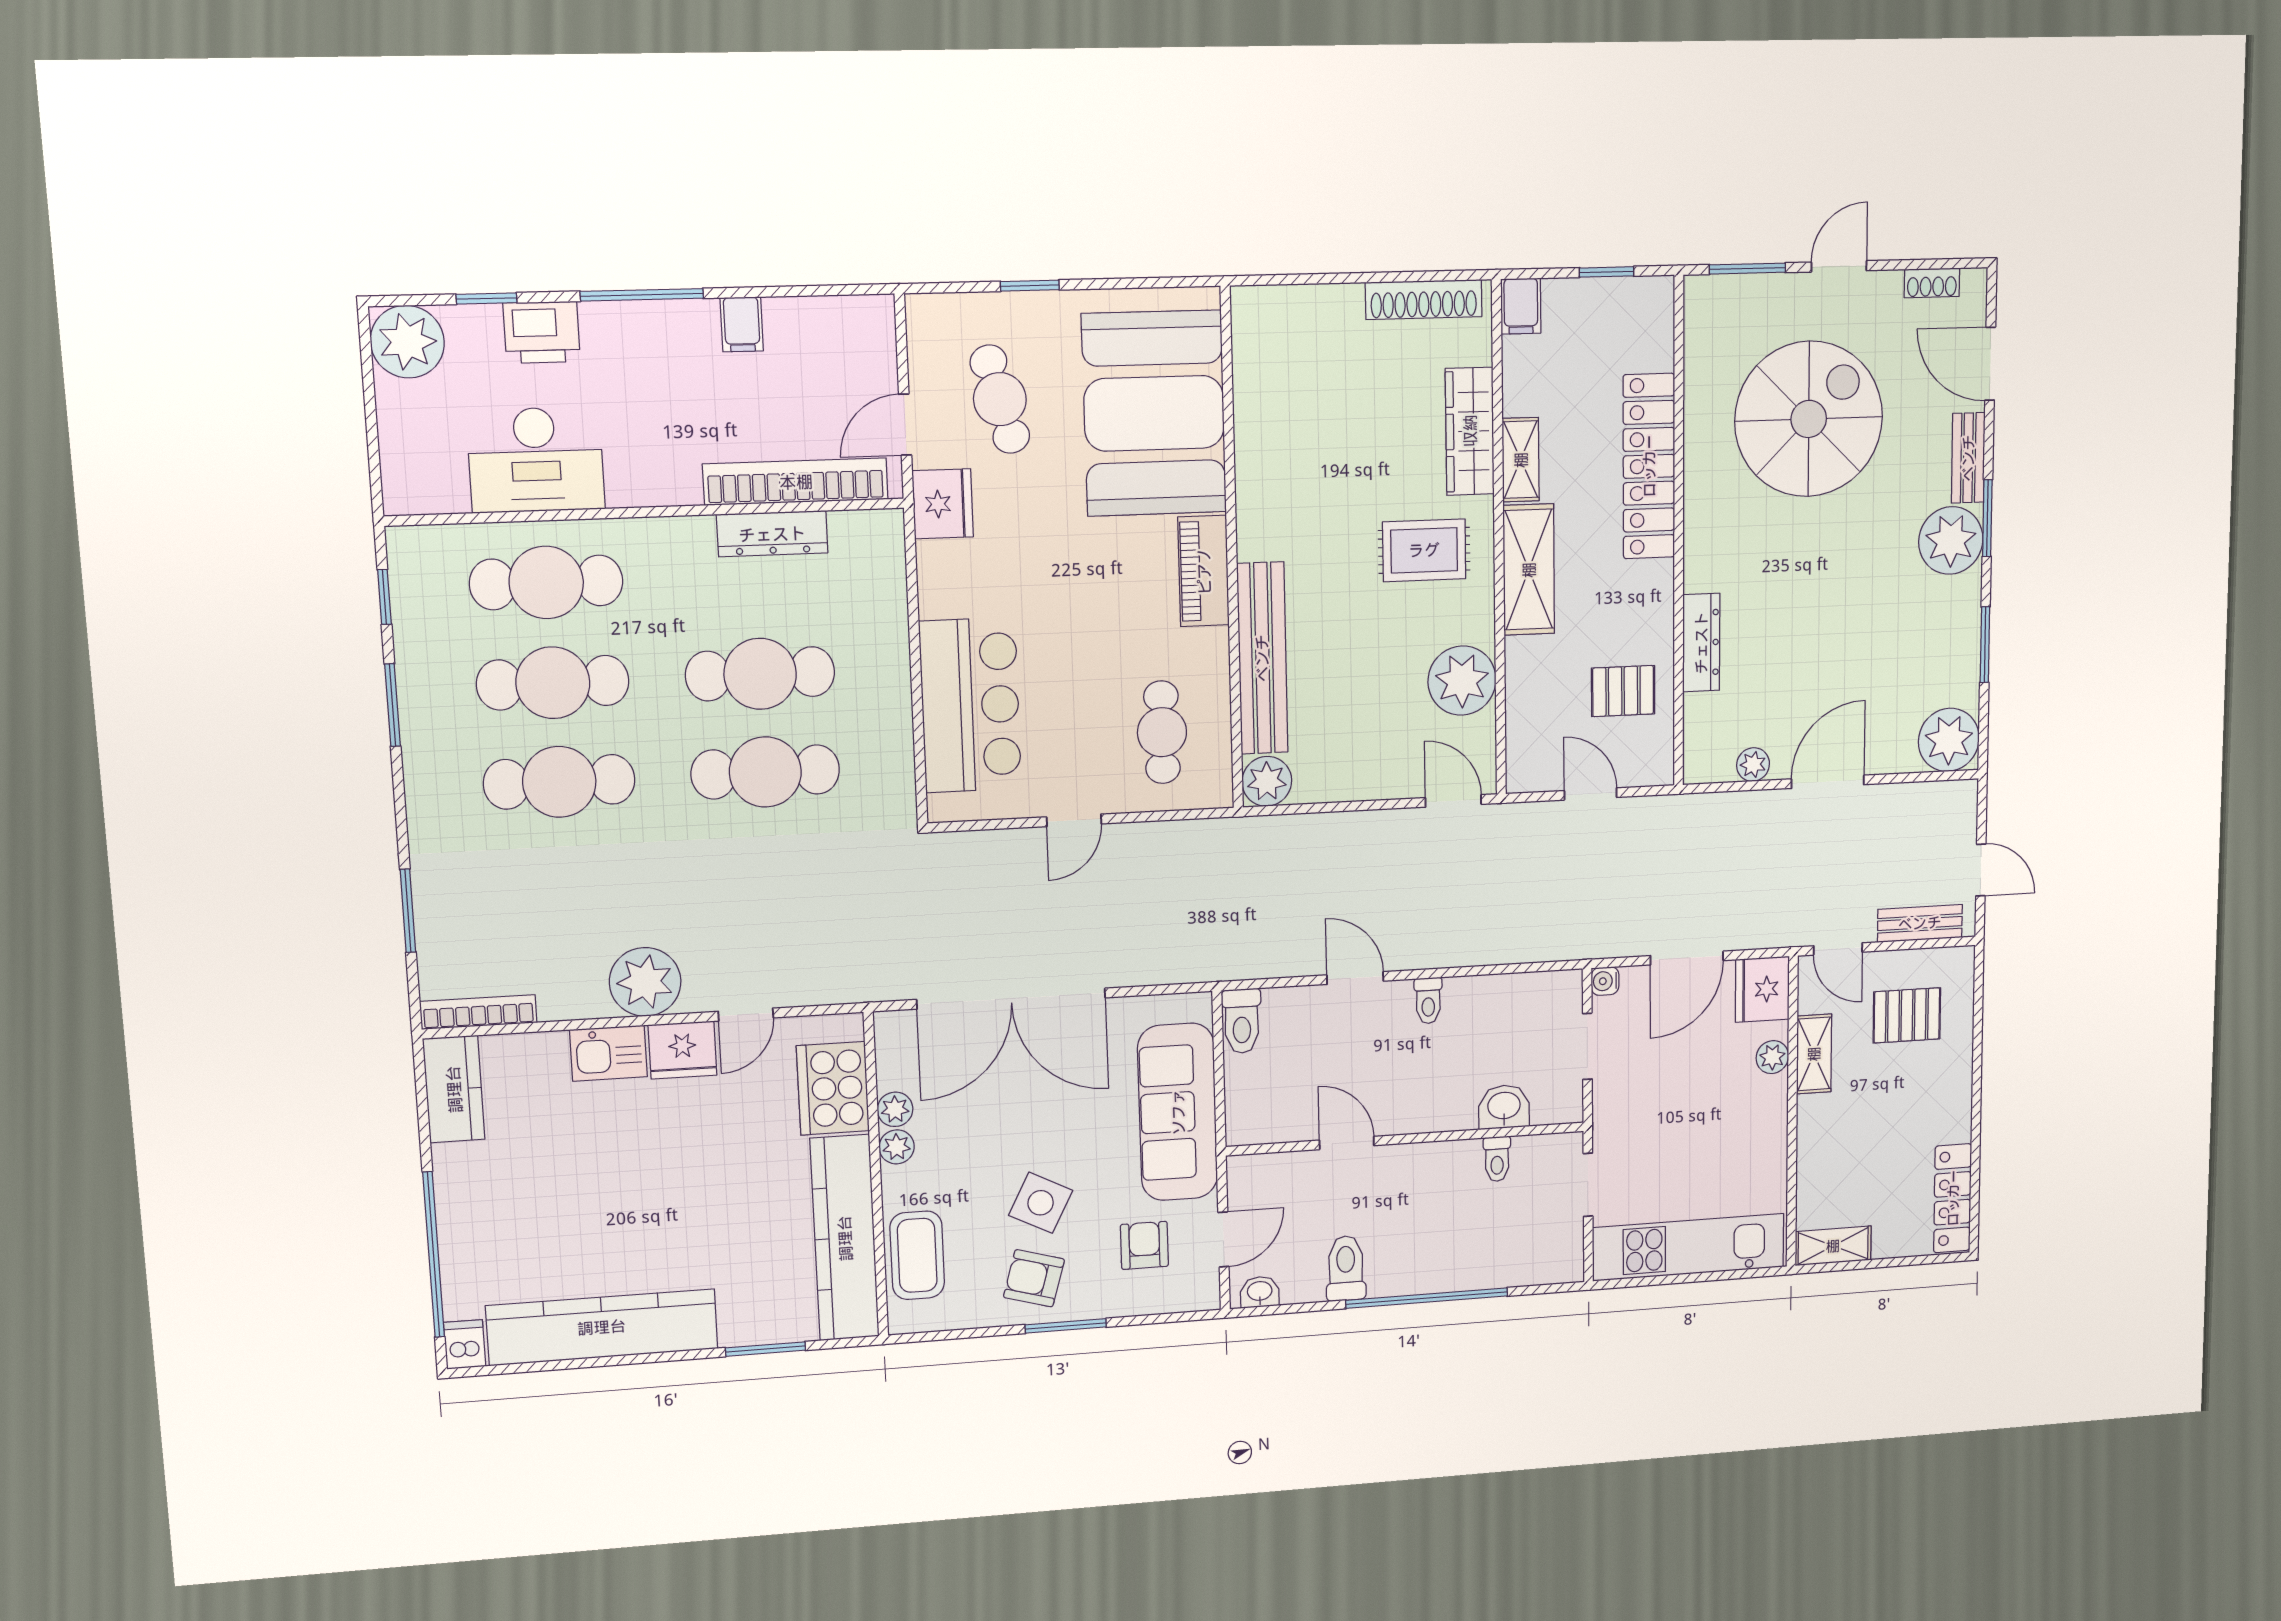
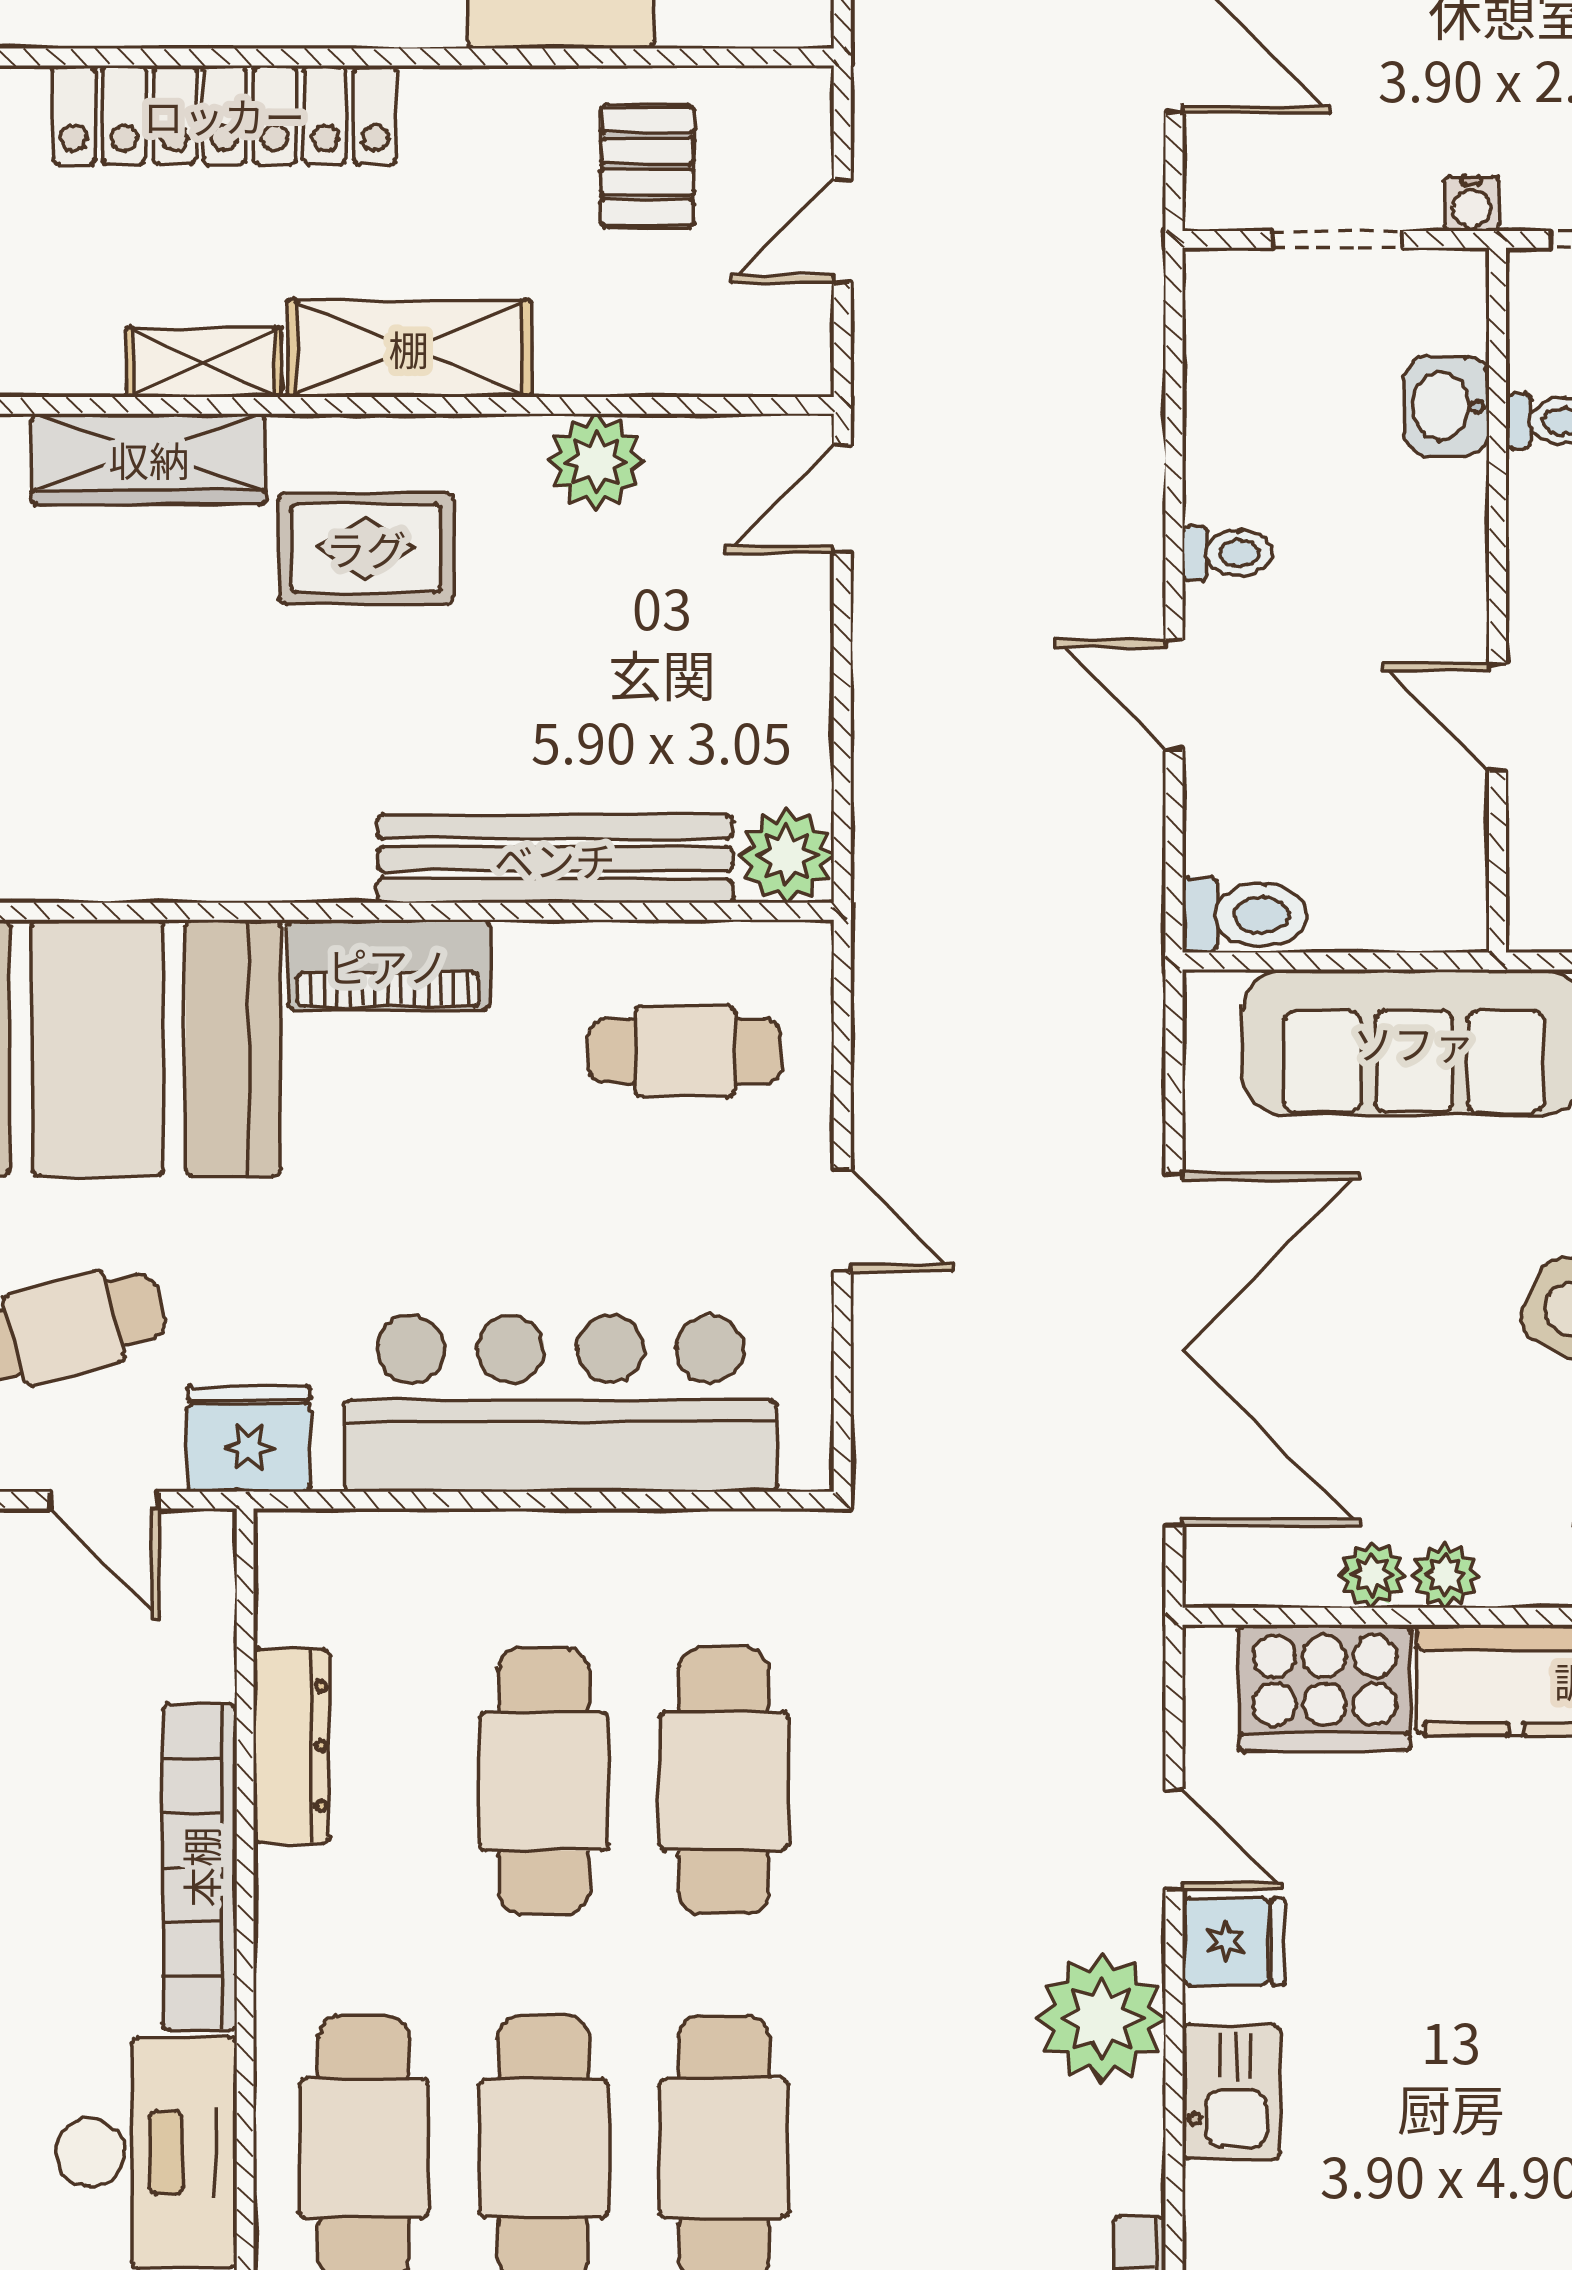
bookcase: (796, 482) -> (200, 1867), moved
rug: (1424, 550) -> (366, 548), turned 90
plant: (1462, 681) -> (596, 462), width x0.73, depth x0.73
bar counter: (970, 705) -> (561, 1404), width x1.36
door: (1355, 978) -> (1174, 695), hinge flipped
water cooler: (1605, 981) -> (1471, 204), moved
fridge: (683, 1050) -> (1234, 1942), width x0.72
door: (1347, 1143) -> (1497, 717), hinge flipped

